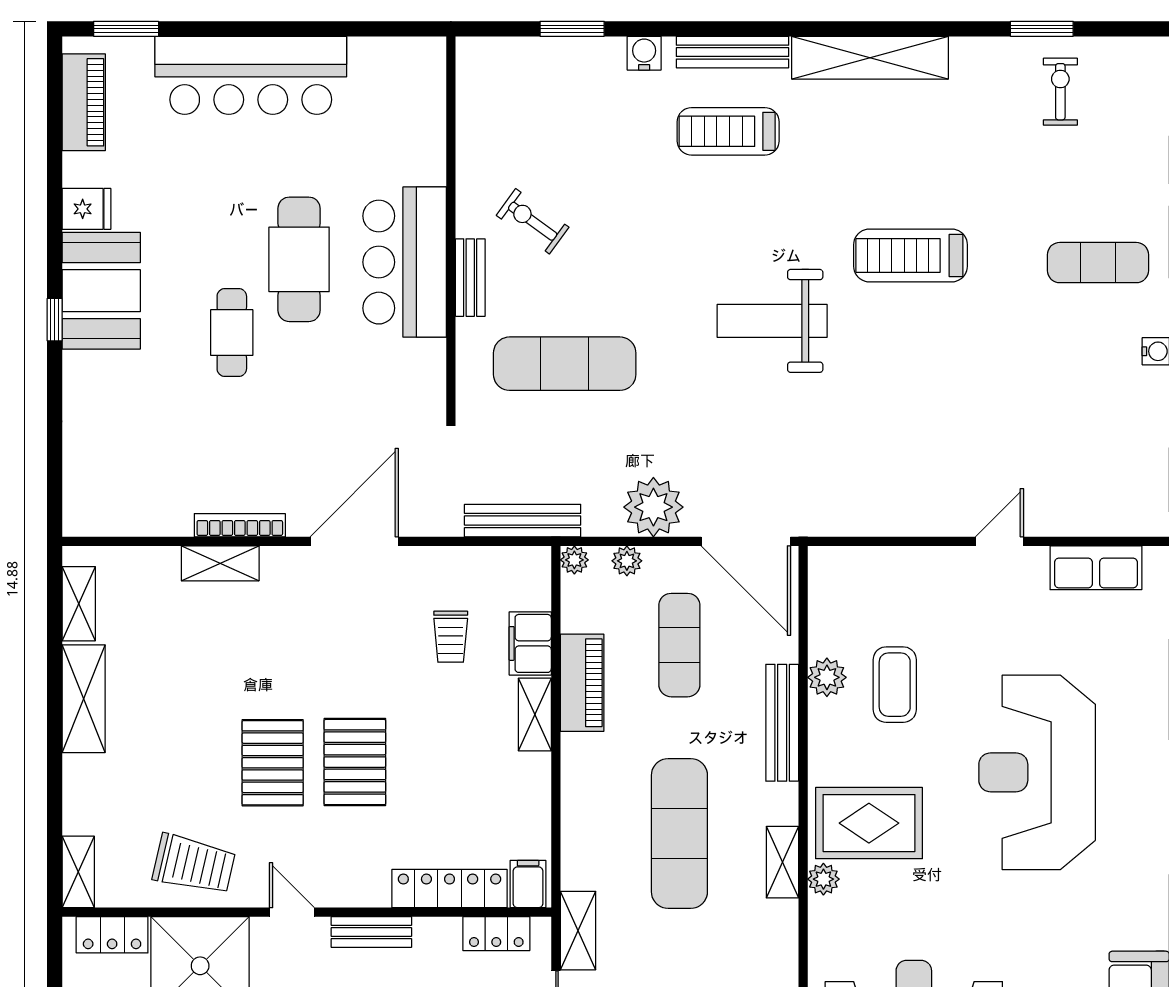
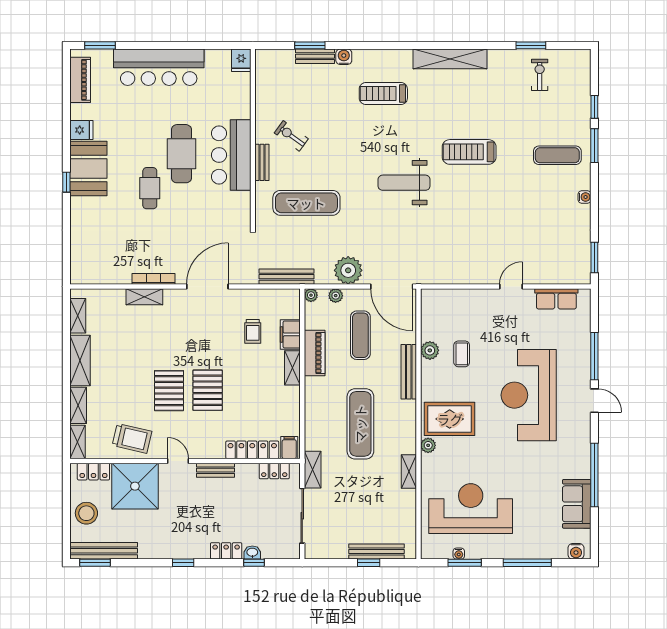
bench: (733, 52) -> (315, 56), moved, width x0.73
fridge: (426, 61) -> (241, 60), added
coffee table: (895, 685) -> (462, 354), width x0.73, depth x0.77
shelving: (79, 794) -> (78, 405), added
shelving: (782, 862) -> (409, 472), moved

